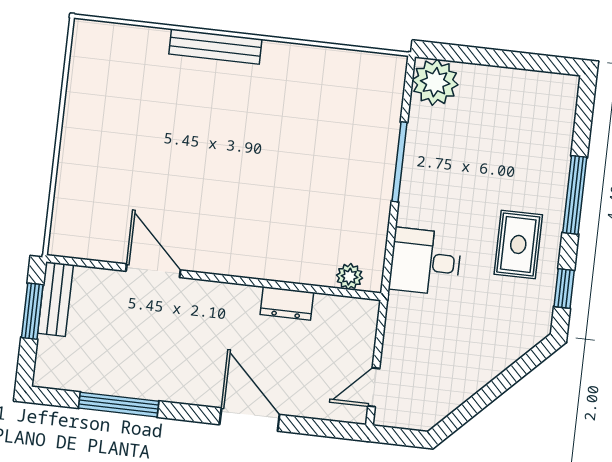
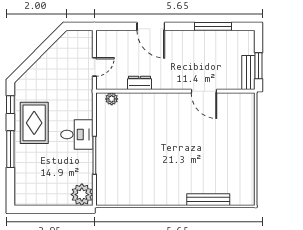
bench: (215, 47) -> (208, 200), moved
rug: (518, 244) -> (34, 123), width x1.36, depth x1.43
desk: (425, 262) -> (77, 134), moved
door: (374, 387) -> (94, 67), moved

